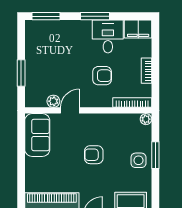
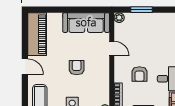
plant: (53, 101) -> (119, 18), moved
sofa: (37, 135) -> (86, 23), width x1.36

